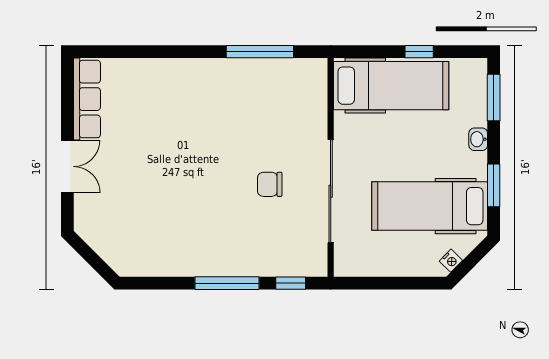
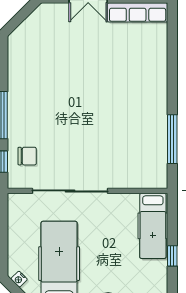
hospital bed: (391, 86) -> (153, 226), width x0.73, depth x0.78
chair: (270, 184) -> (27, 156), moved, turned 90

